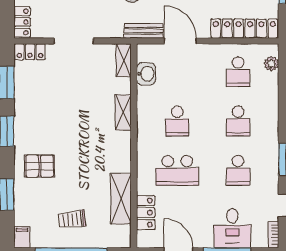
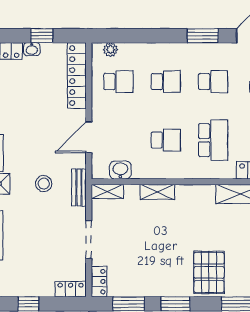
bench: (144, 31) -> (79, 188), moved
pallet: (40, 166) -> (209, 272), width x1.50, depth x1.42

